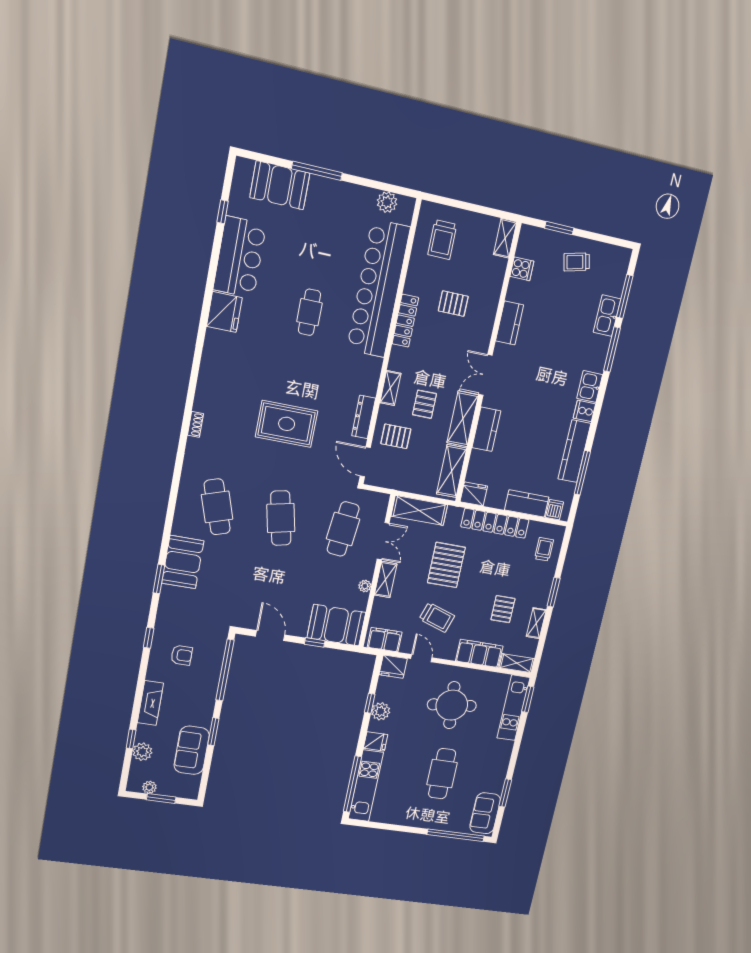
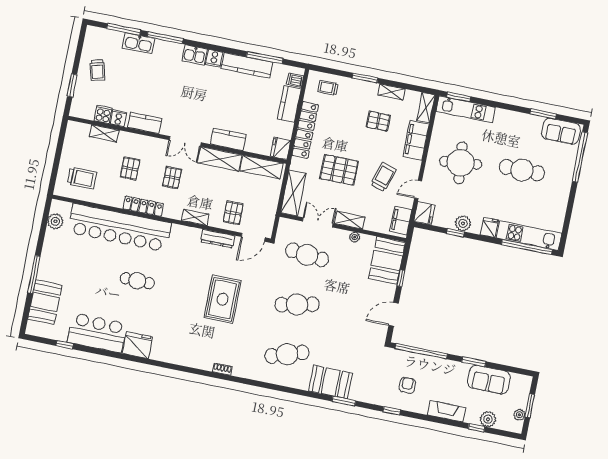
shelving: (505, 238) -> (104, 133), moved
cooker: (516, 289) -> (119, 118), added
pallet: (425, 404) -> (172, 177), moved, turned 90

